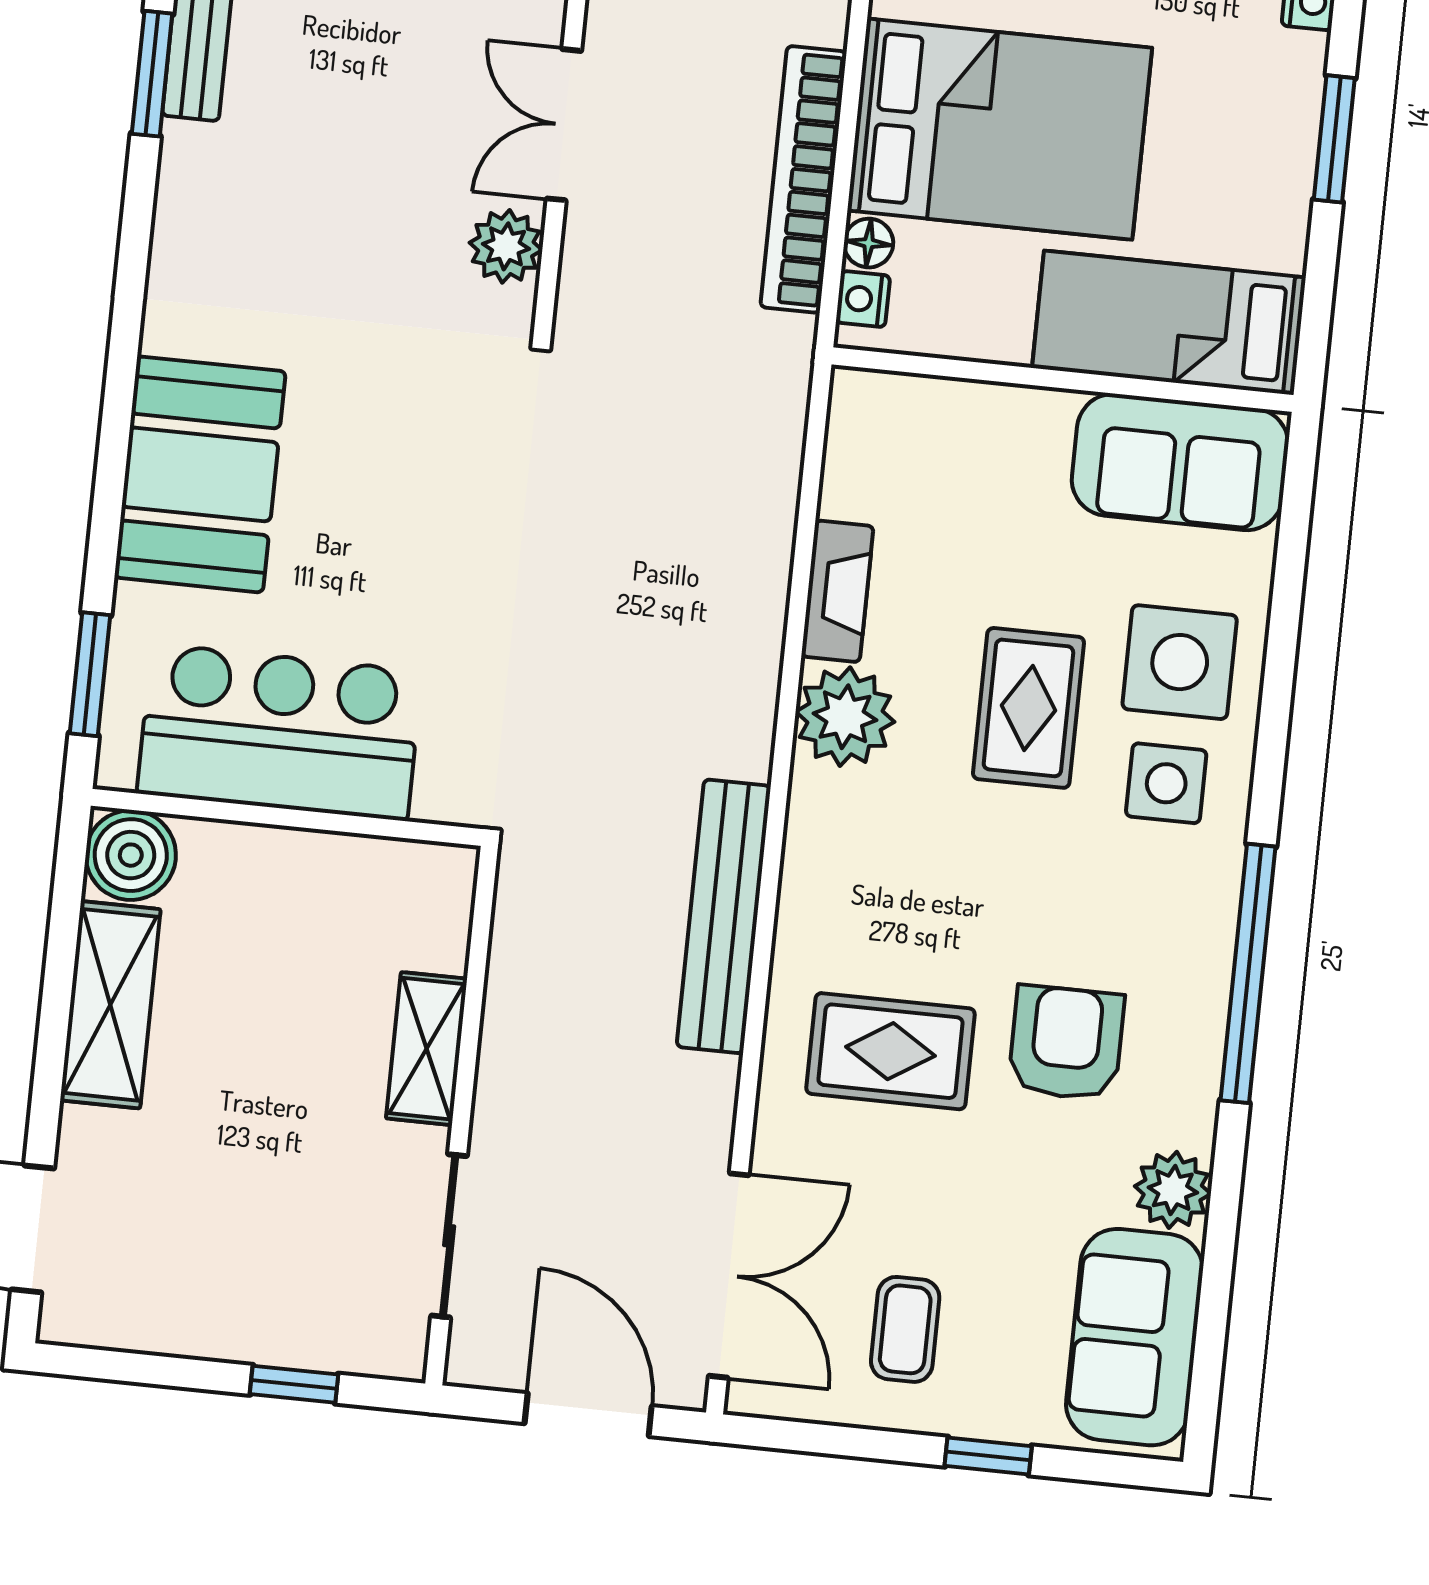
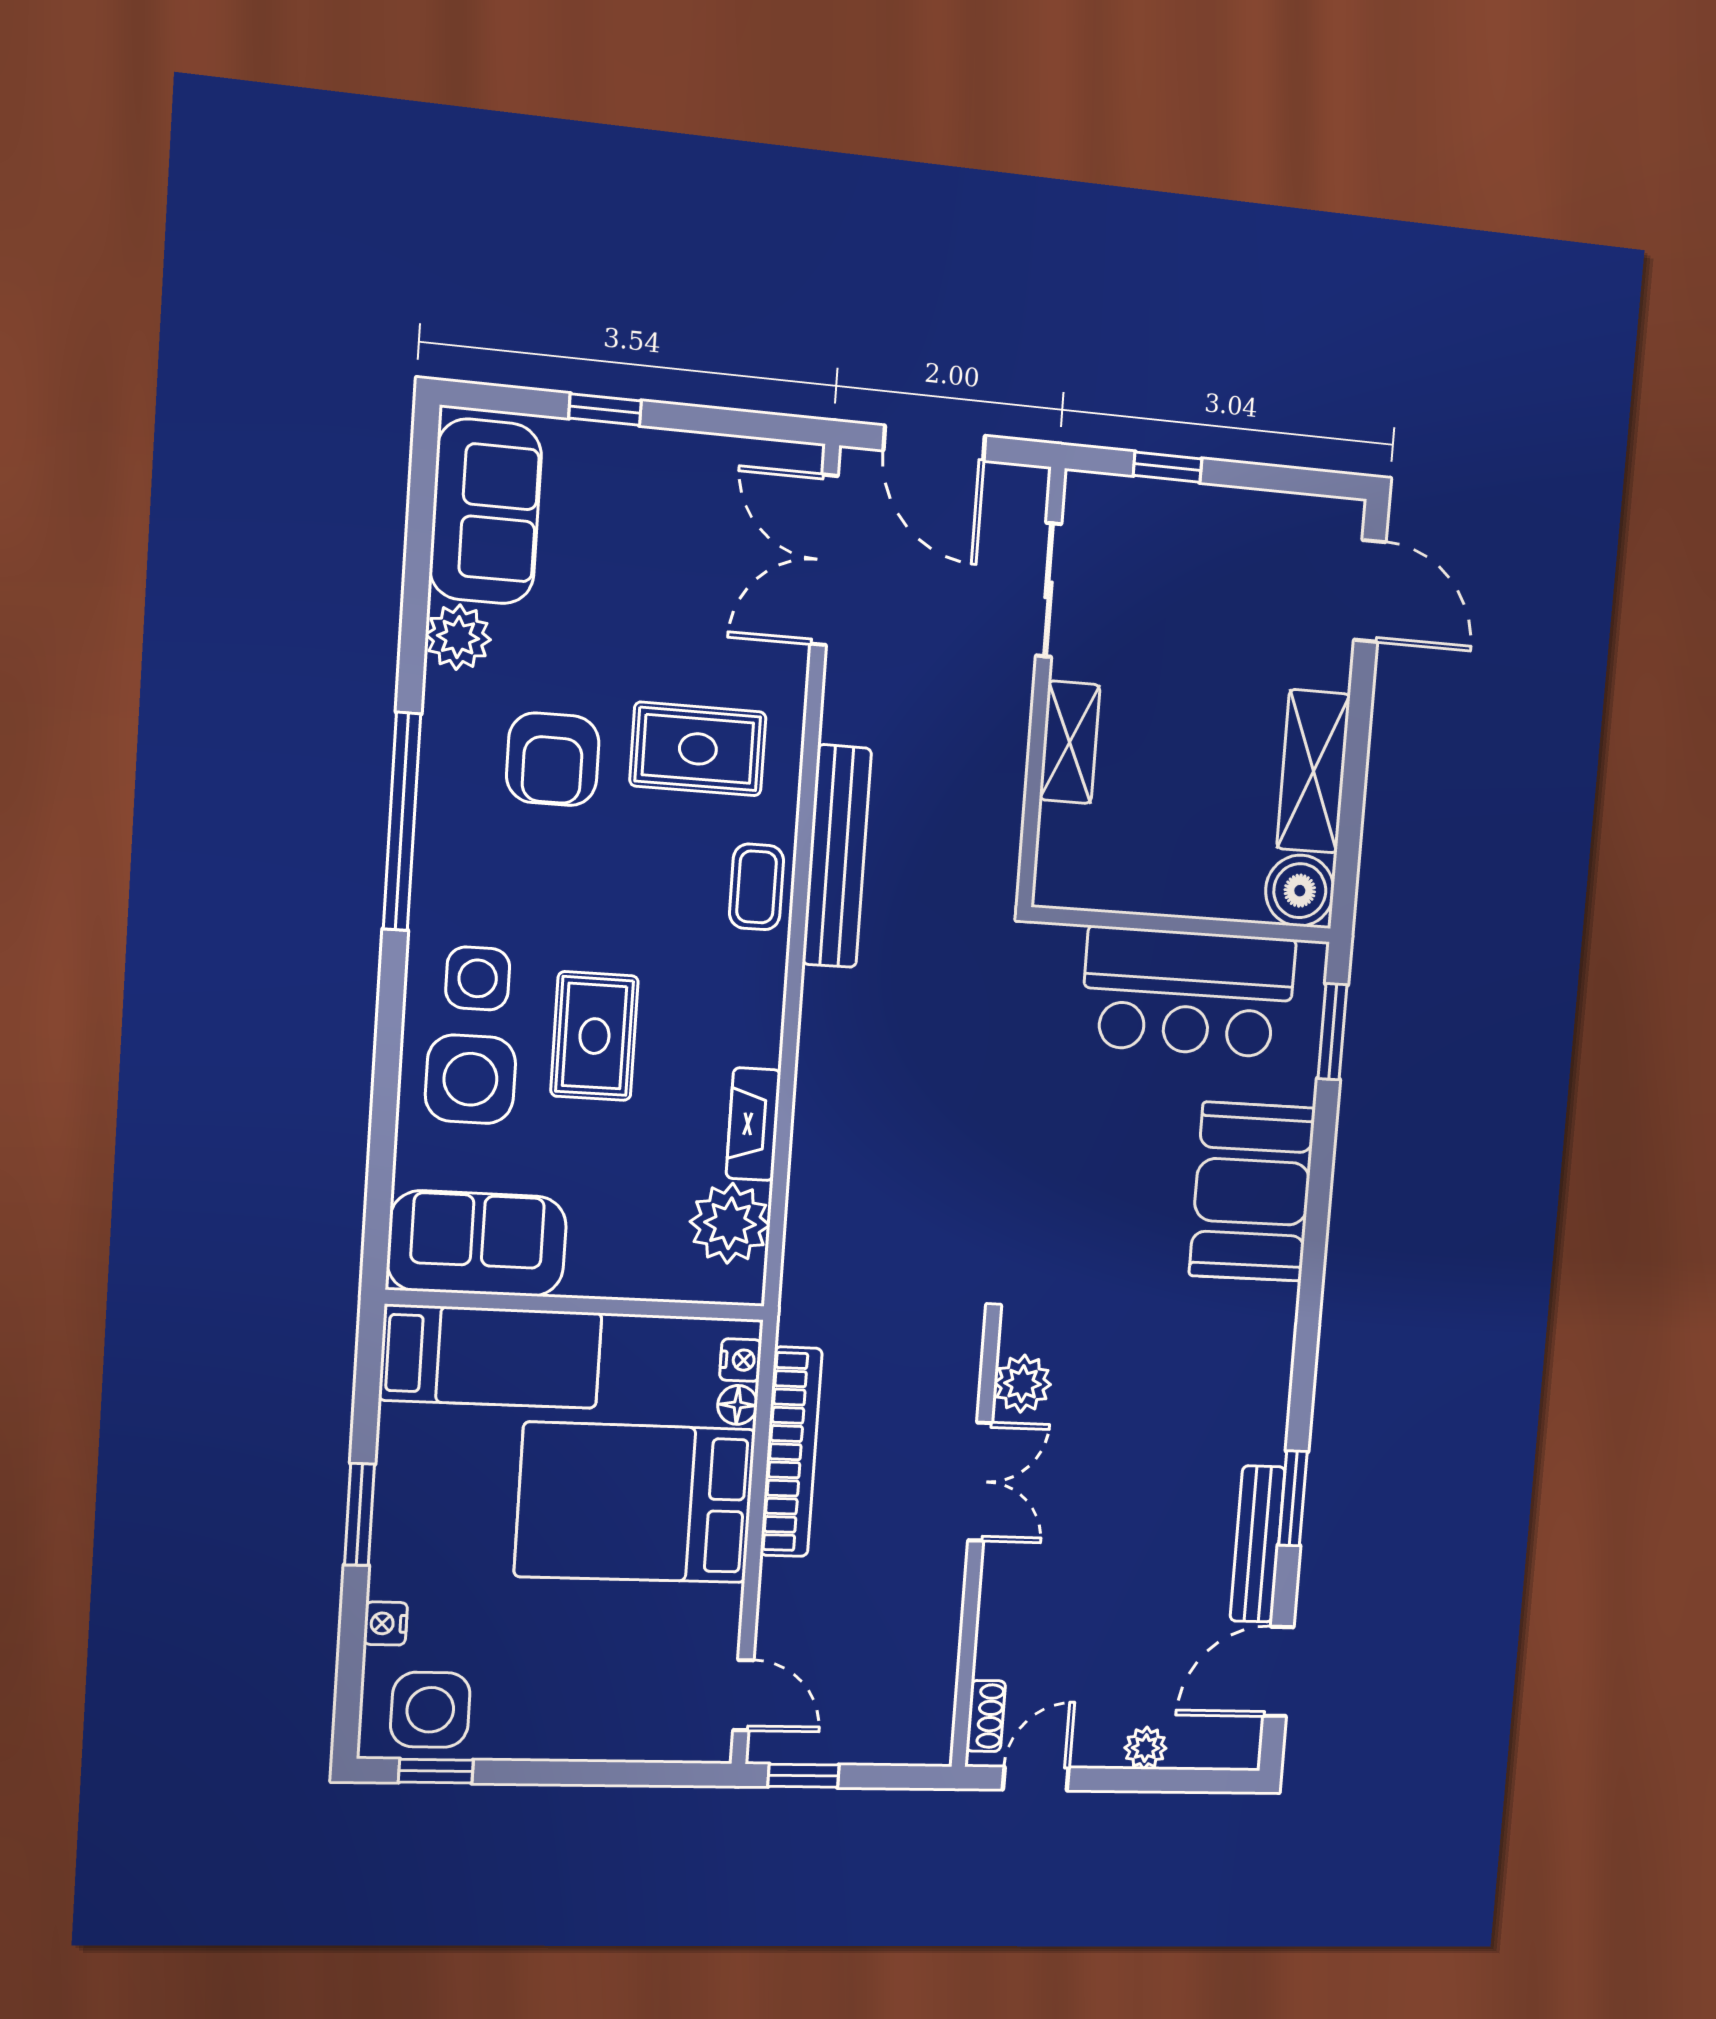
plant: (845, 717) -> (730, 1223), moved
coffee table: (905, 1329) -> (757, 887), moved

